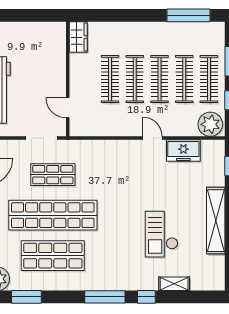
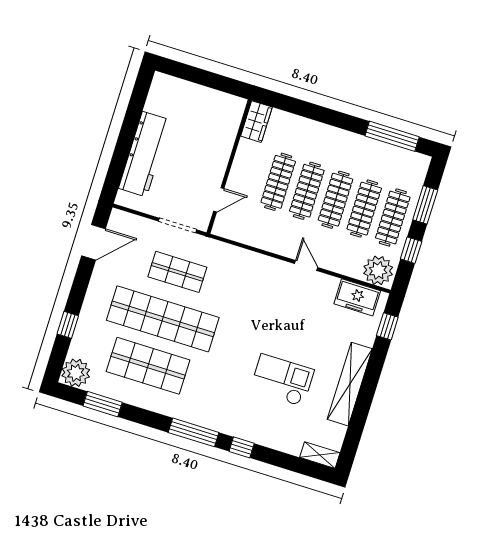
door: (68, 108) -> (219, 200), swing flipped
freezer: (183, 151) -> (357, 297), moved
checkout: (162, 234) -> (282, 380), turned 90
shelving: (174, 284) -> (320, 455), moved

